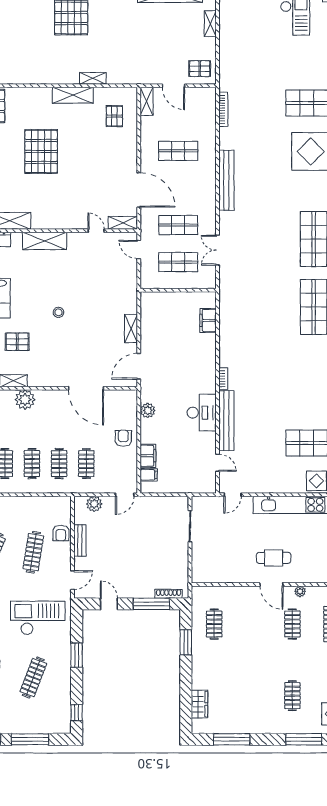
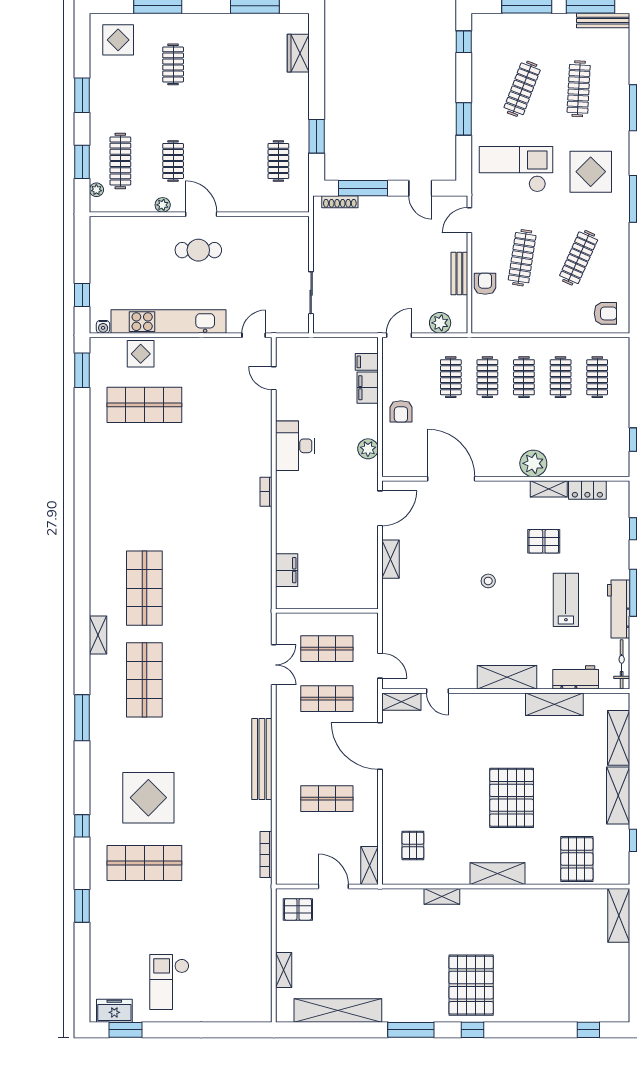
shelving: (73, 95) -> (497, 874), moved
bench: (226, 421) -> (262, 435), removed
checkout: (38, 618) -> (516, 169), turned 180

